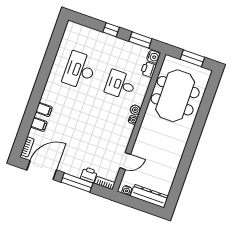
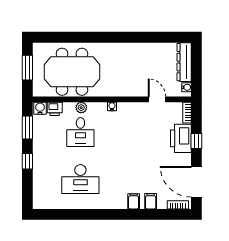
plant: (135, 110) -> (81, 108), moved
printer: (89, 175) -> (181, 138), width x1.87, depth x1.48
window: (77, 183) -> (196, 141), width x0.46

